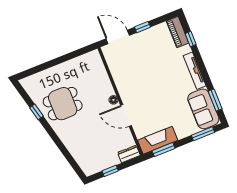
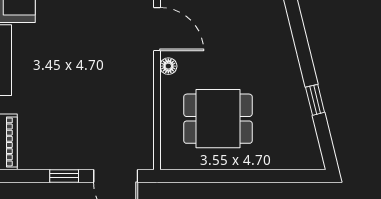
dining table: (63, 104) -> (218, 119), moved

